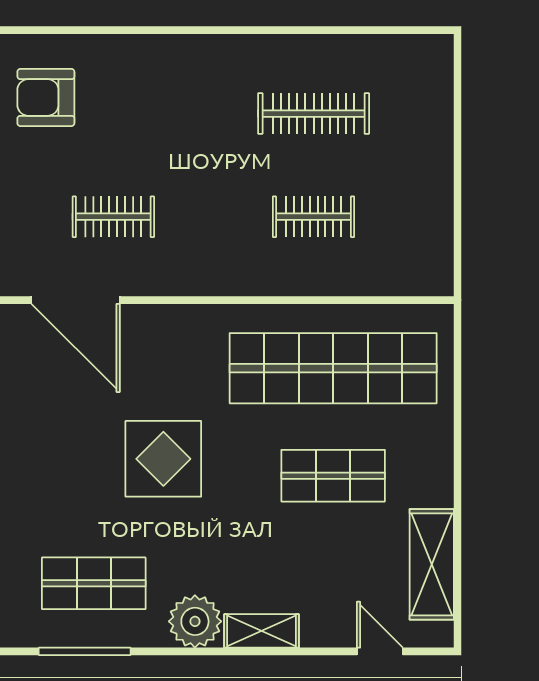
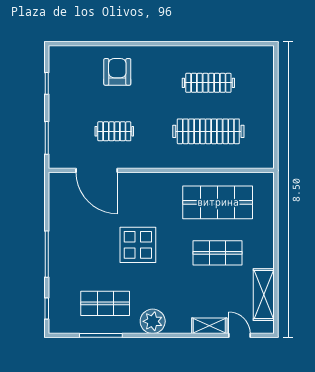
armchair: (46, 97) -> (117, 72), moved, turned 90
clothes rail: (314, 217) -> (208, 131), width x1.86, depth x1.31
shop shelf: (333, 368) -> (218, 202), width x0.71
shelving: (261, 631) -> (209, 326), moved

